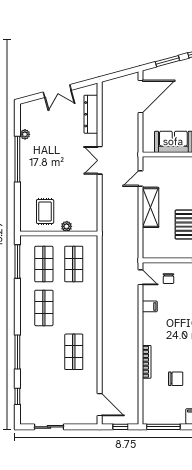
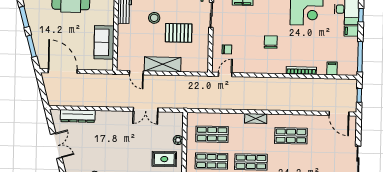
double door: (100, 160) -> (146, 110), moved
filing cabinet: (150, 306) -> (332, 68), moved
shelving: (92, 312) -> (256, 119), added
chair: (176, 379) -> (271, 42), moved
door: (100, 405) -> (339, 114), swing flipped

